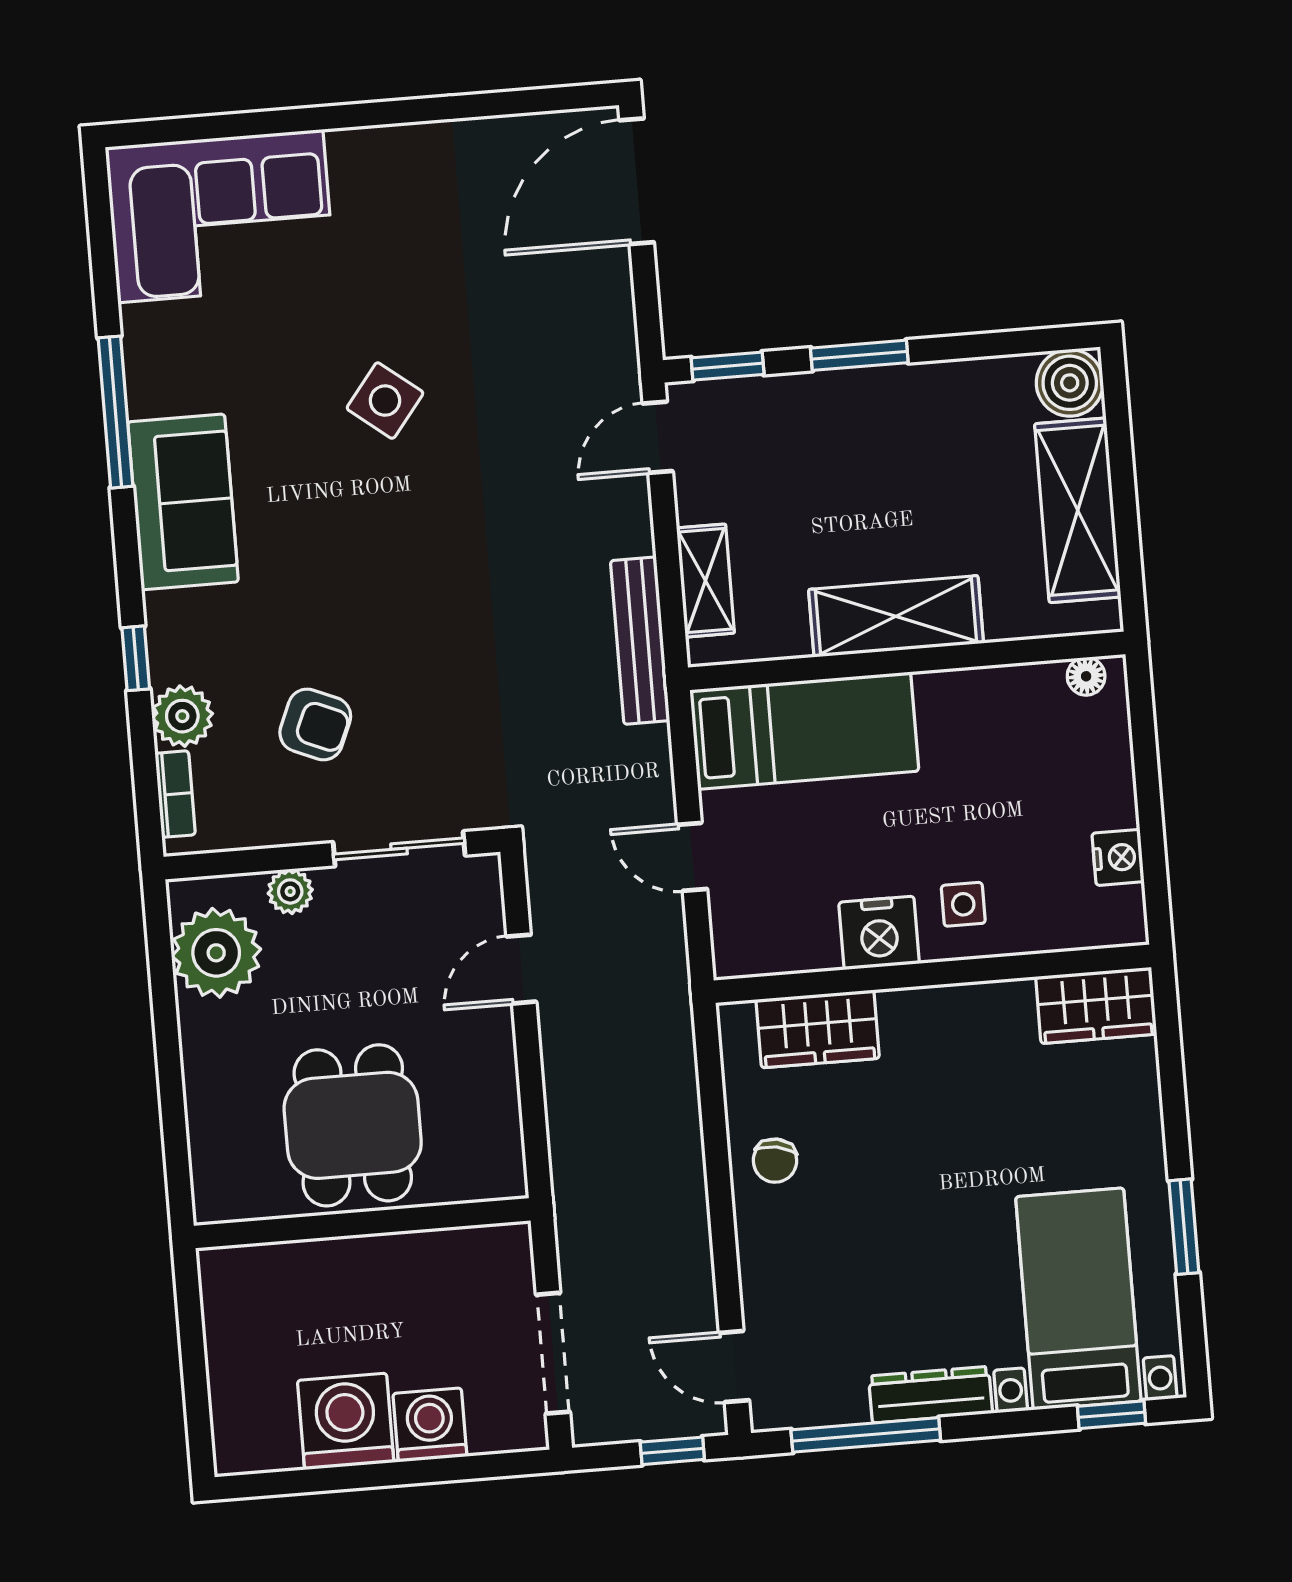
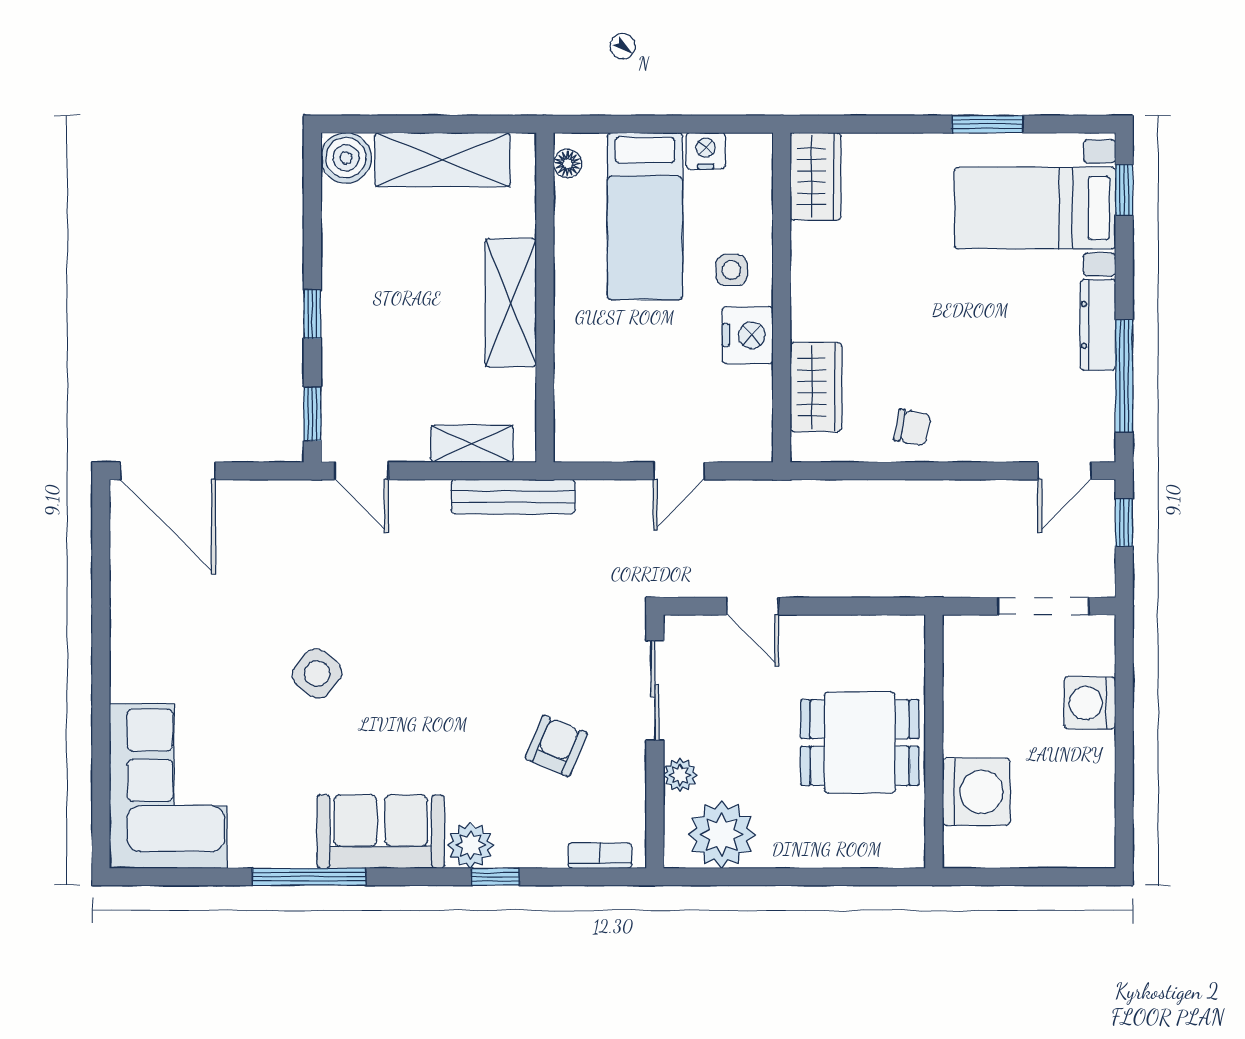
window: (859, 355) -> (312, 314), width x0.67
plant: (182, 716) -> (471, 845), moved
bed: (804, 731) -> (645, 216), moved, turned 180
washing machine: (346, 1421) -> (976, 792), moved, turned 180

